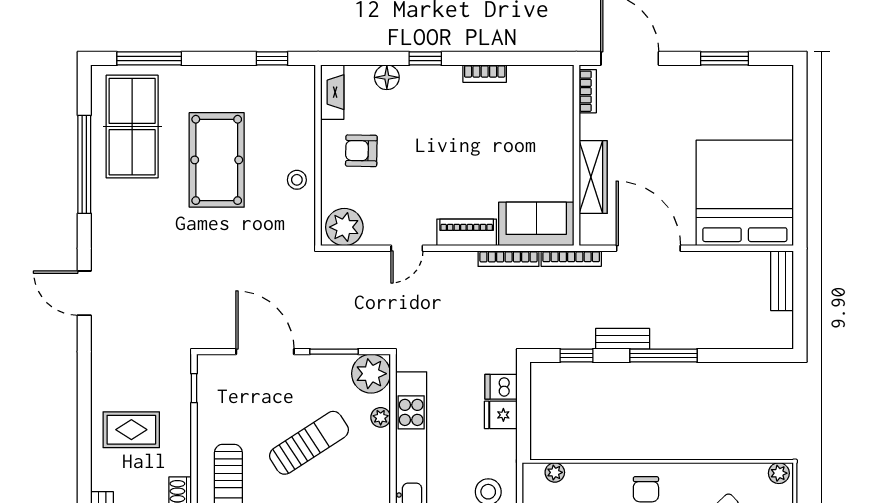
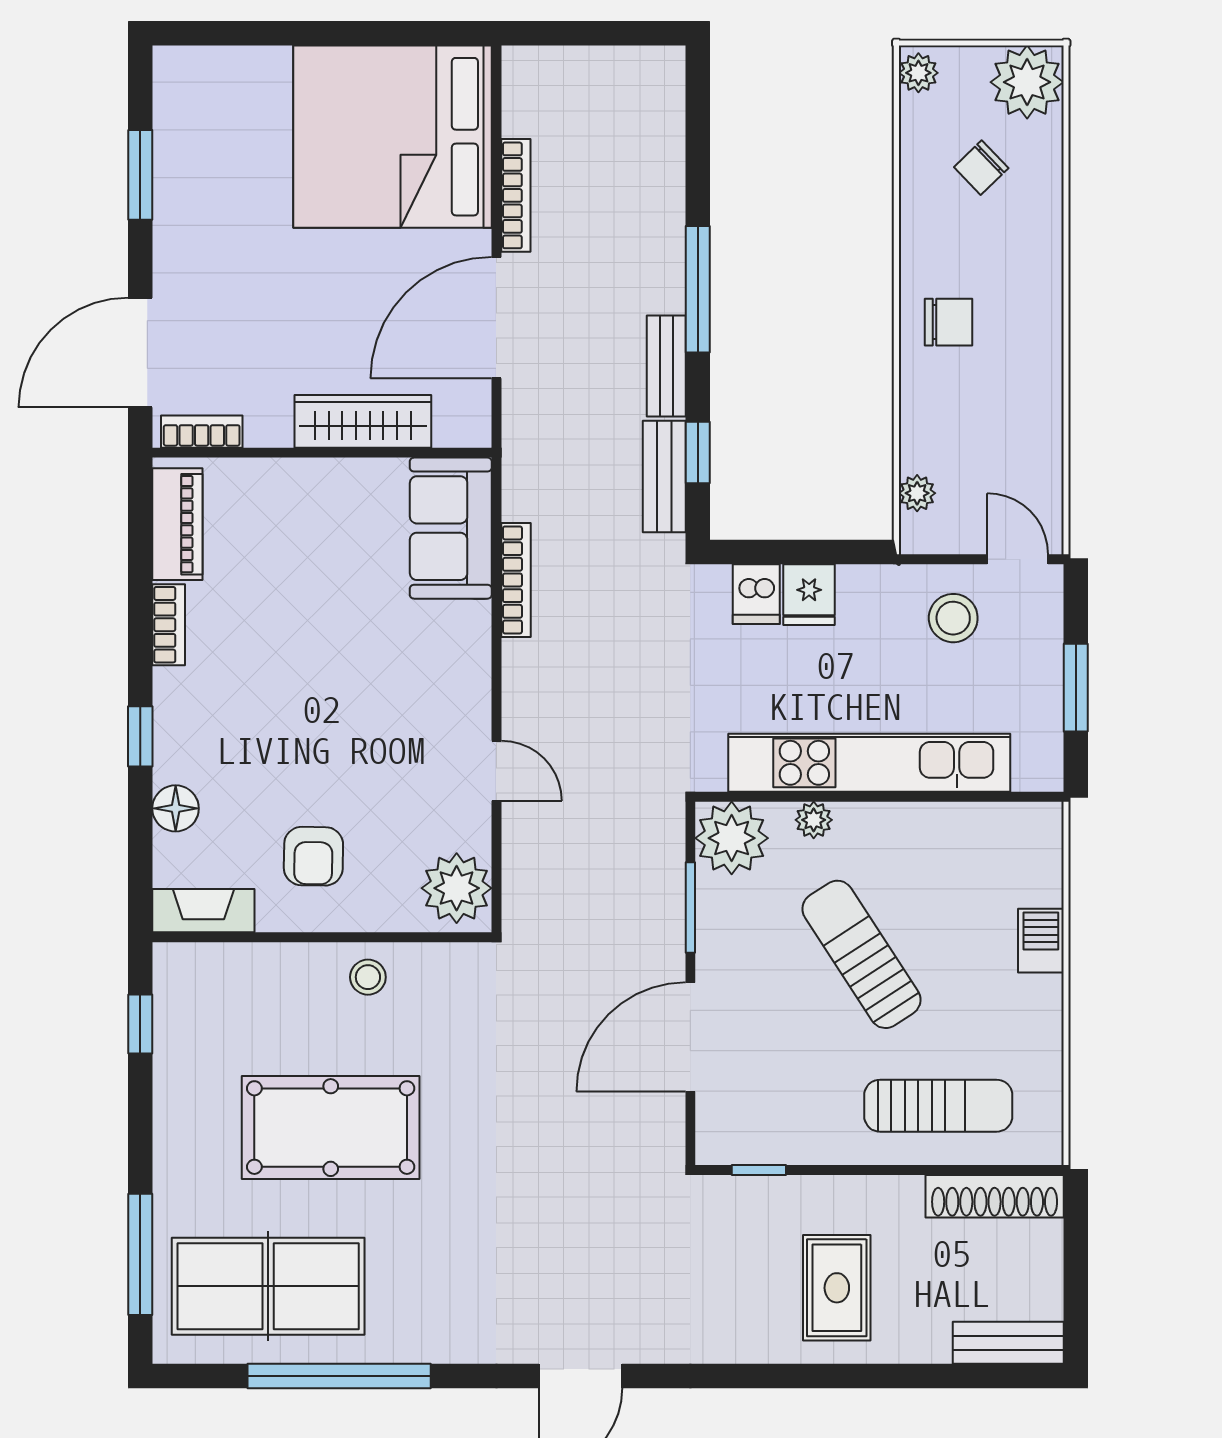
piano: (467, 232) -> (177, 524), moved, turned 180
bookcase: (571, 259) -> (516, 195), moved
bench: (782, 281) -> (664, 476), moved, turned 90

